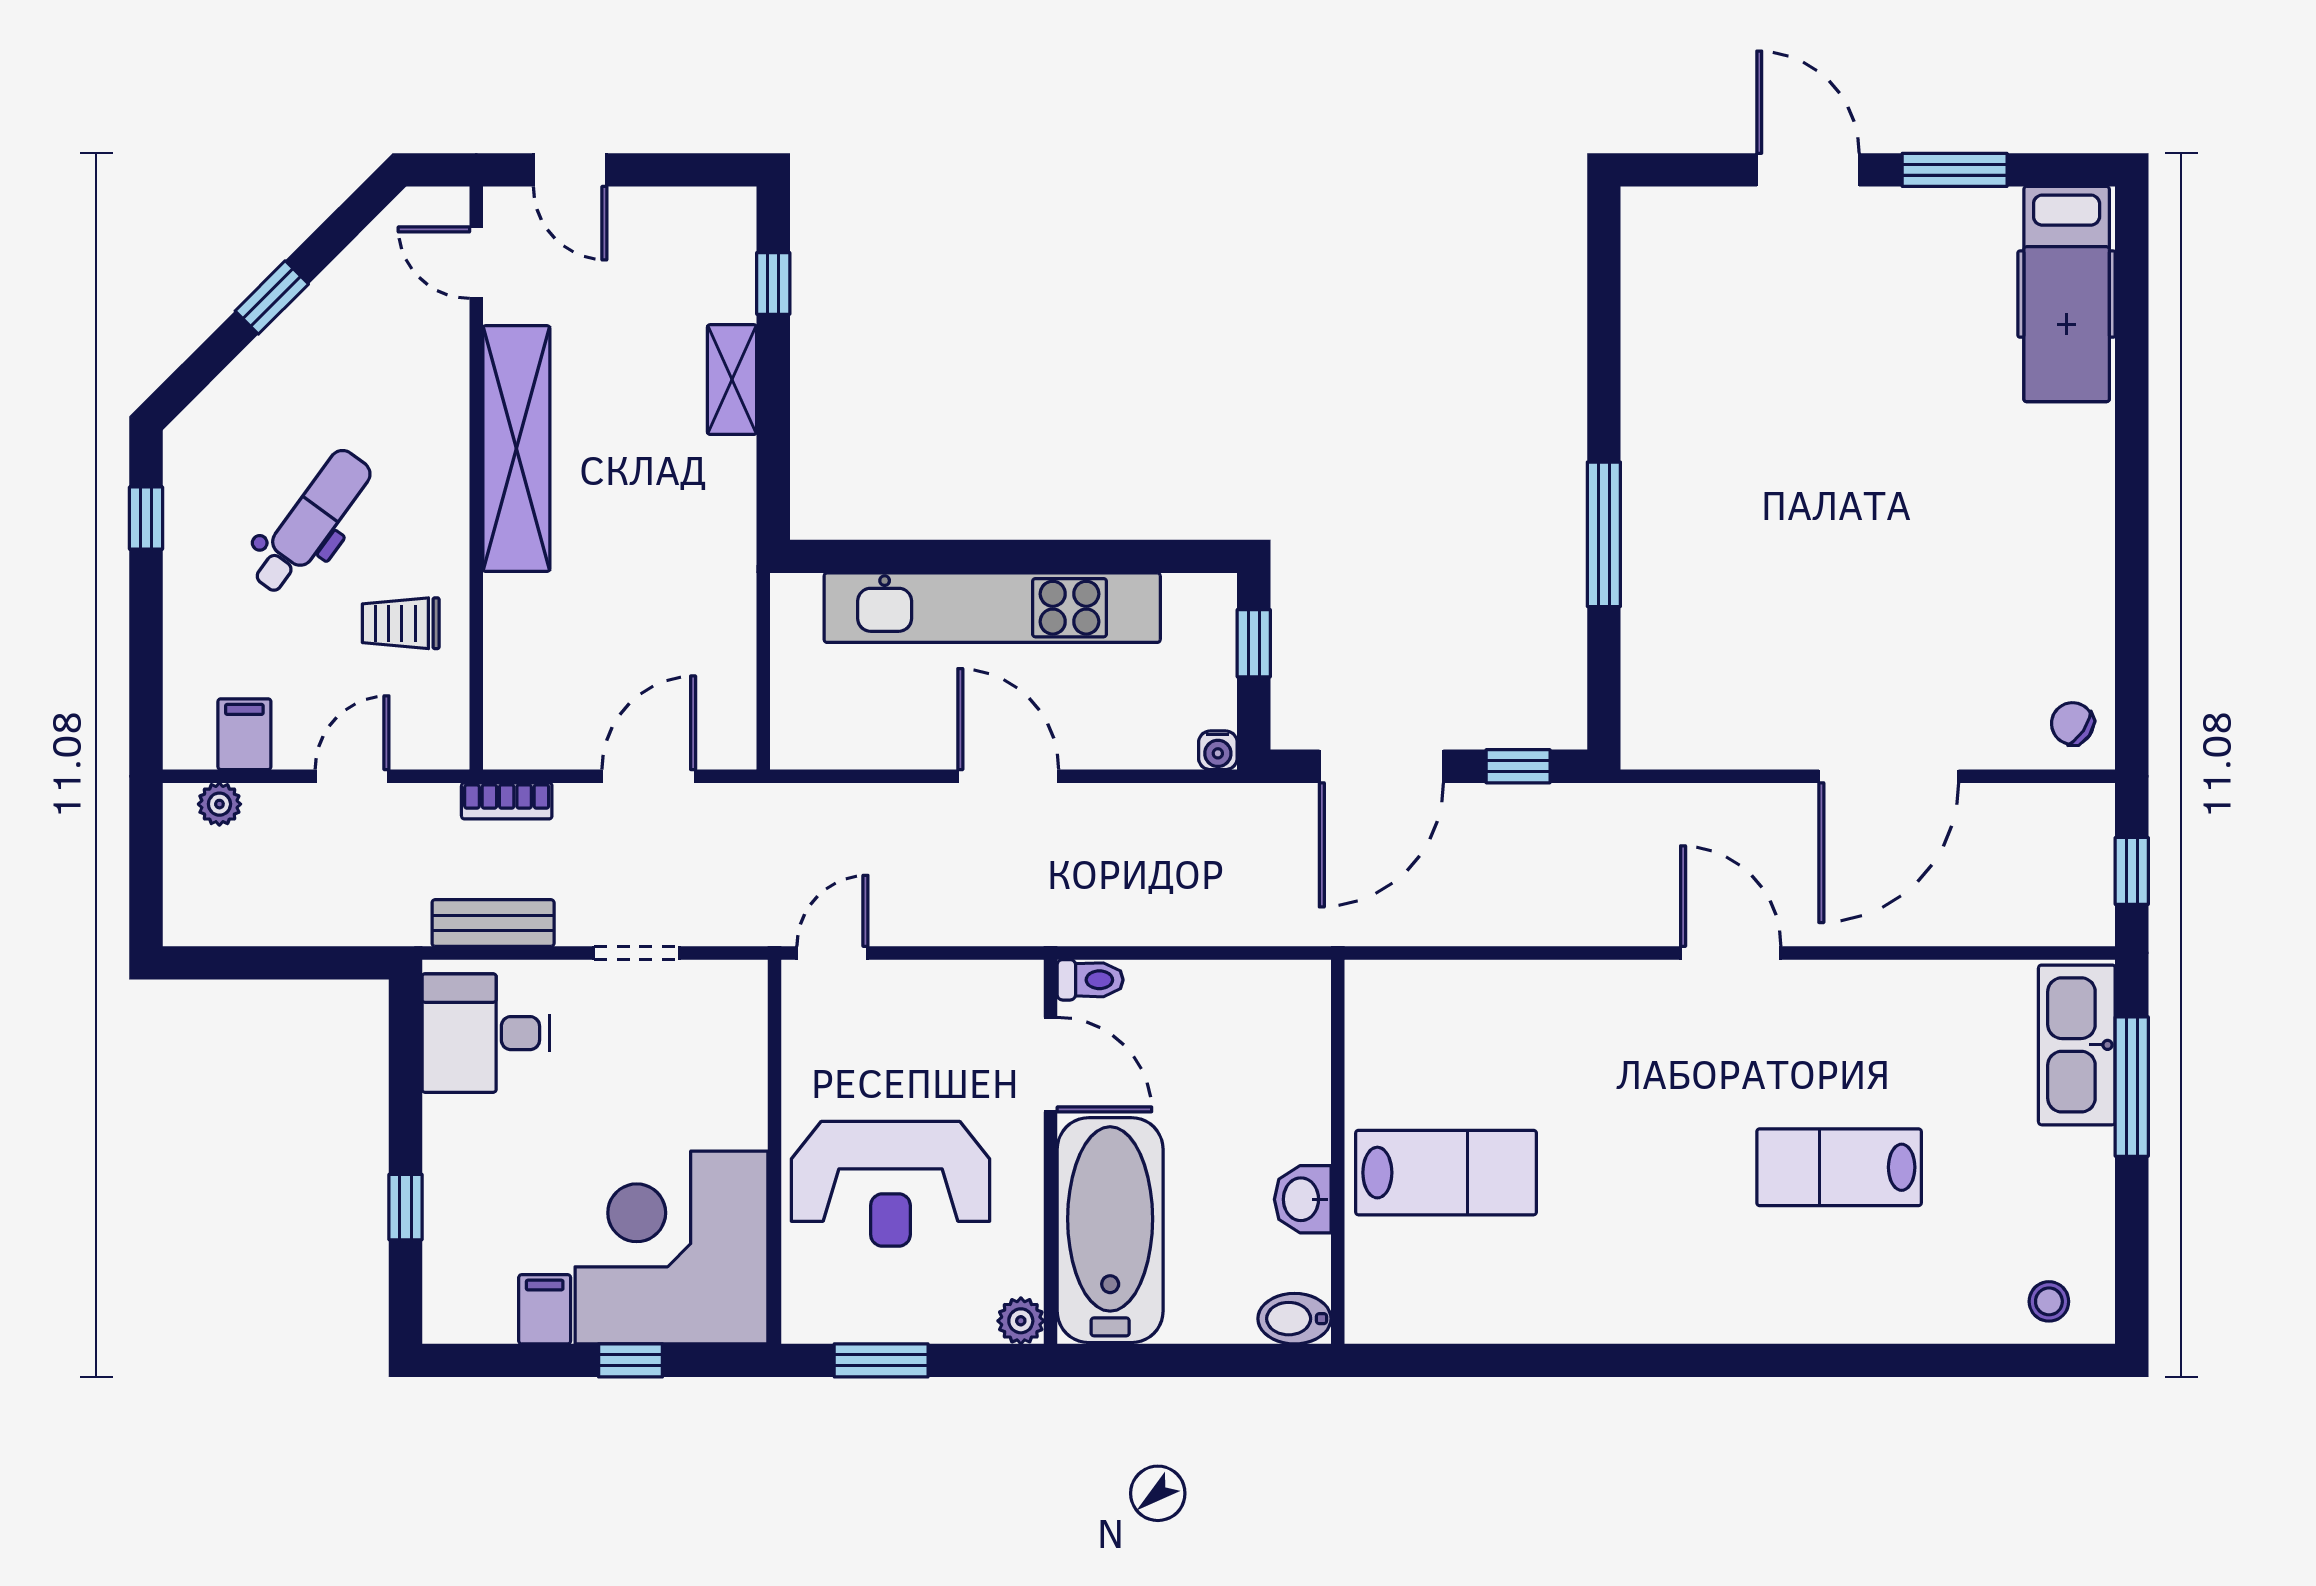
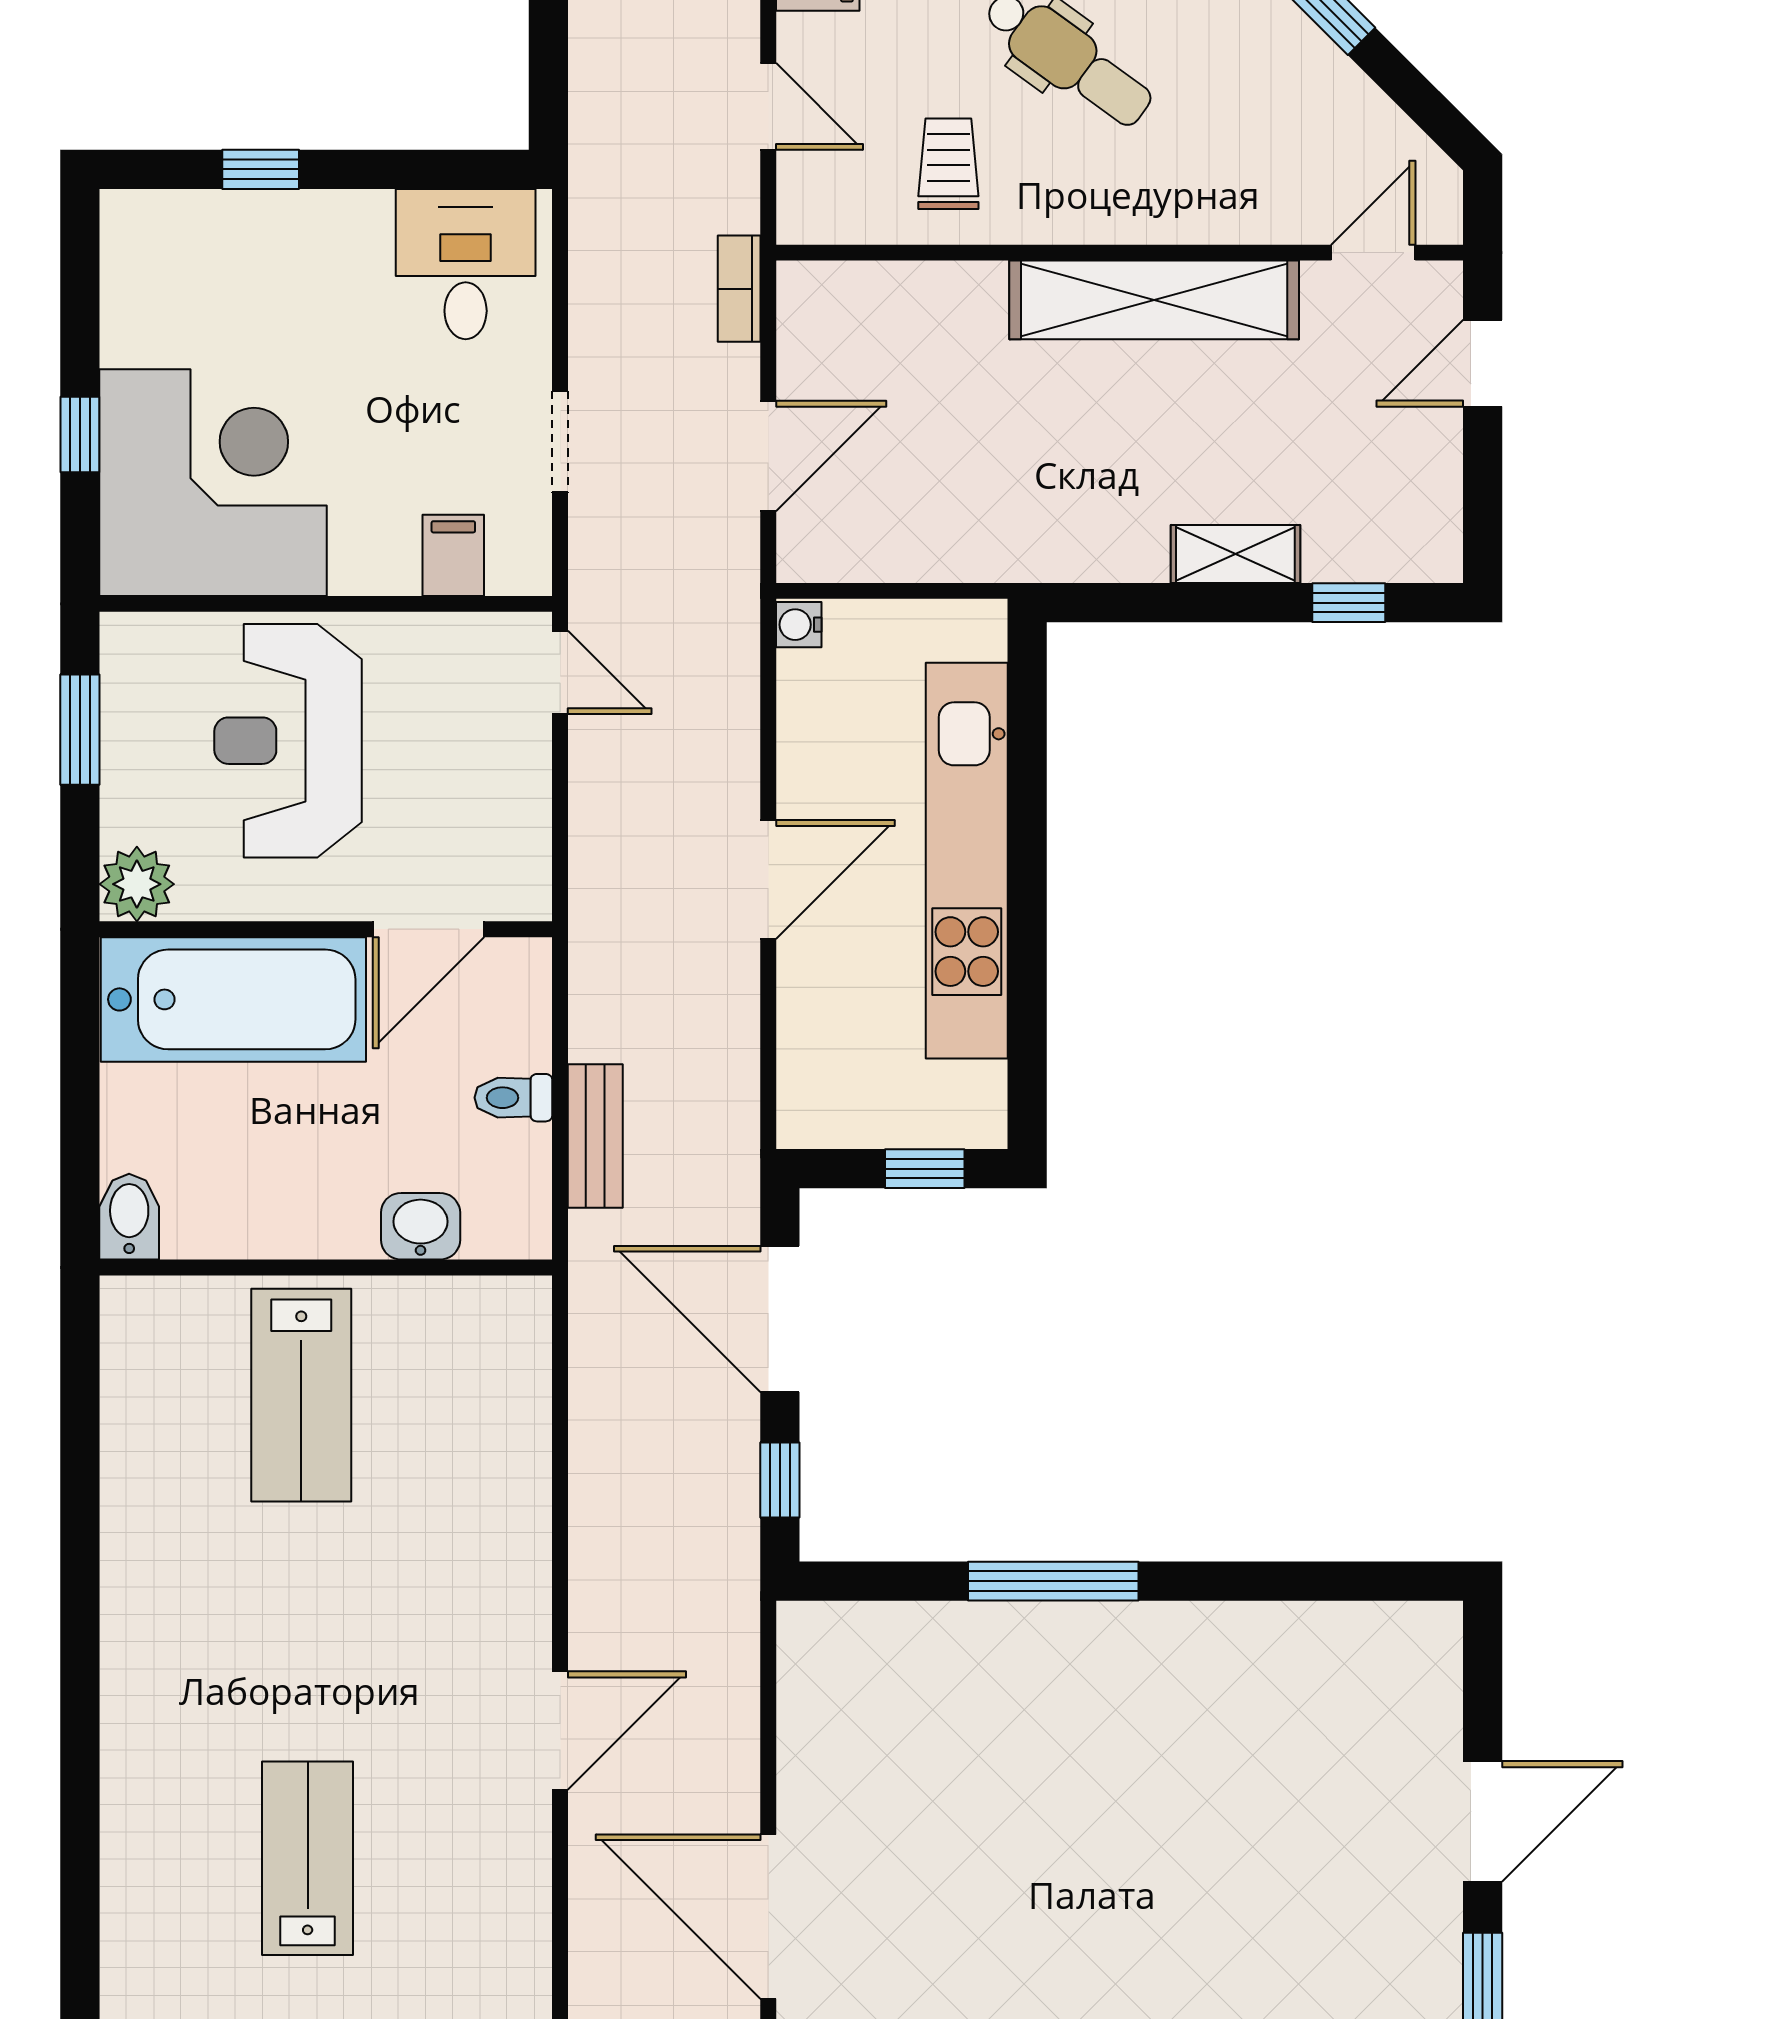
water cooler: (1218, 750) -> (799, 625), moved
door: (649, 776) -> (768, 456), hinge flipped
bench: (493, 923) -> (595, 1136), moved
toilet: (1090, 980) -> (513, 1098), moved, turned 90
washbasin: (1303, 1199) -> (421, 1226), moved
filing cabinet: (545, 1309) -> (453, 555), moved, turned -90
plant: (1021, 1321) -> (137, 884), width x1.38, depth x1.38

